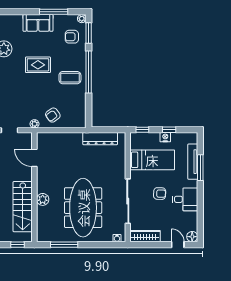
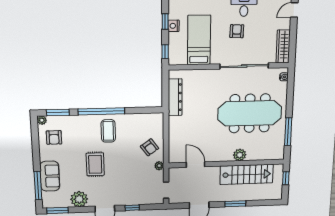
window: (54, 12) -> (38, 186), moved
sofa: (38, 23) -> (50, 176), moved
armchair: (72, 37) -> (54, 137), moved
door: (34, 158) -> (195, 165), swing flipped

